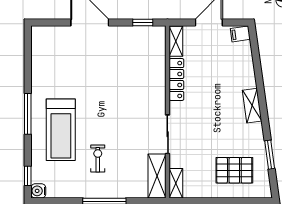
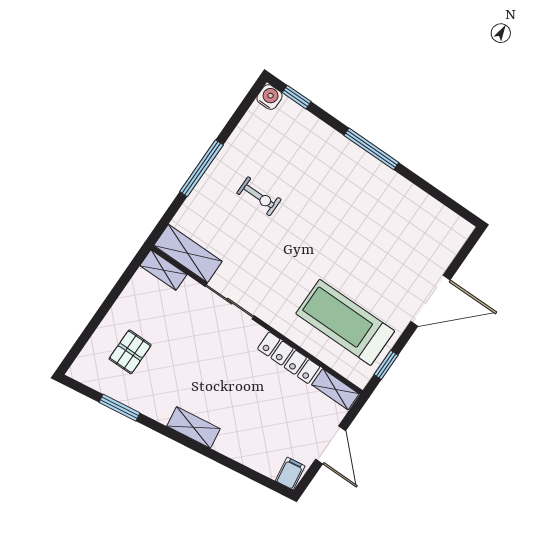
treadmill: (61, 130) -> (345, 322), moved
pallet: (234, 170) -> (130, 352), width x0.67, depth x0.71

